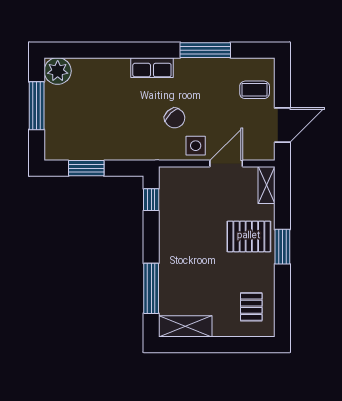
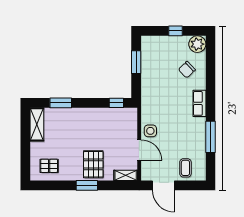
window: (37, 106) -> (175, 31), width x0.46
chair: (175, 118) -> (187, 70), moved
window: (151, 288) -> (61, 103), width x0.69

